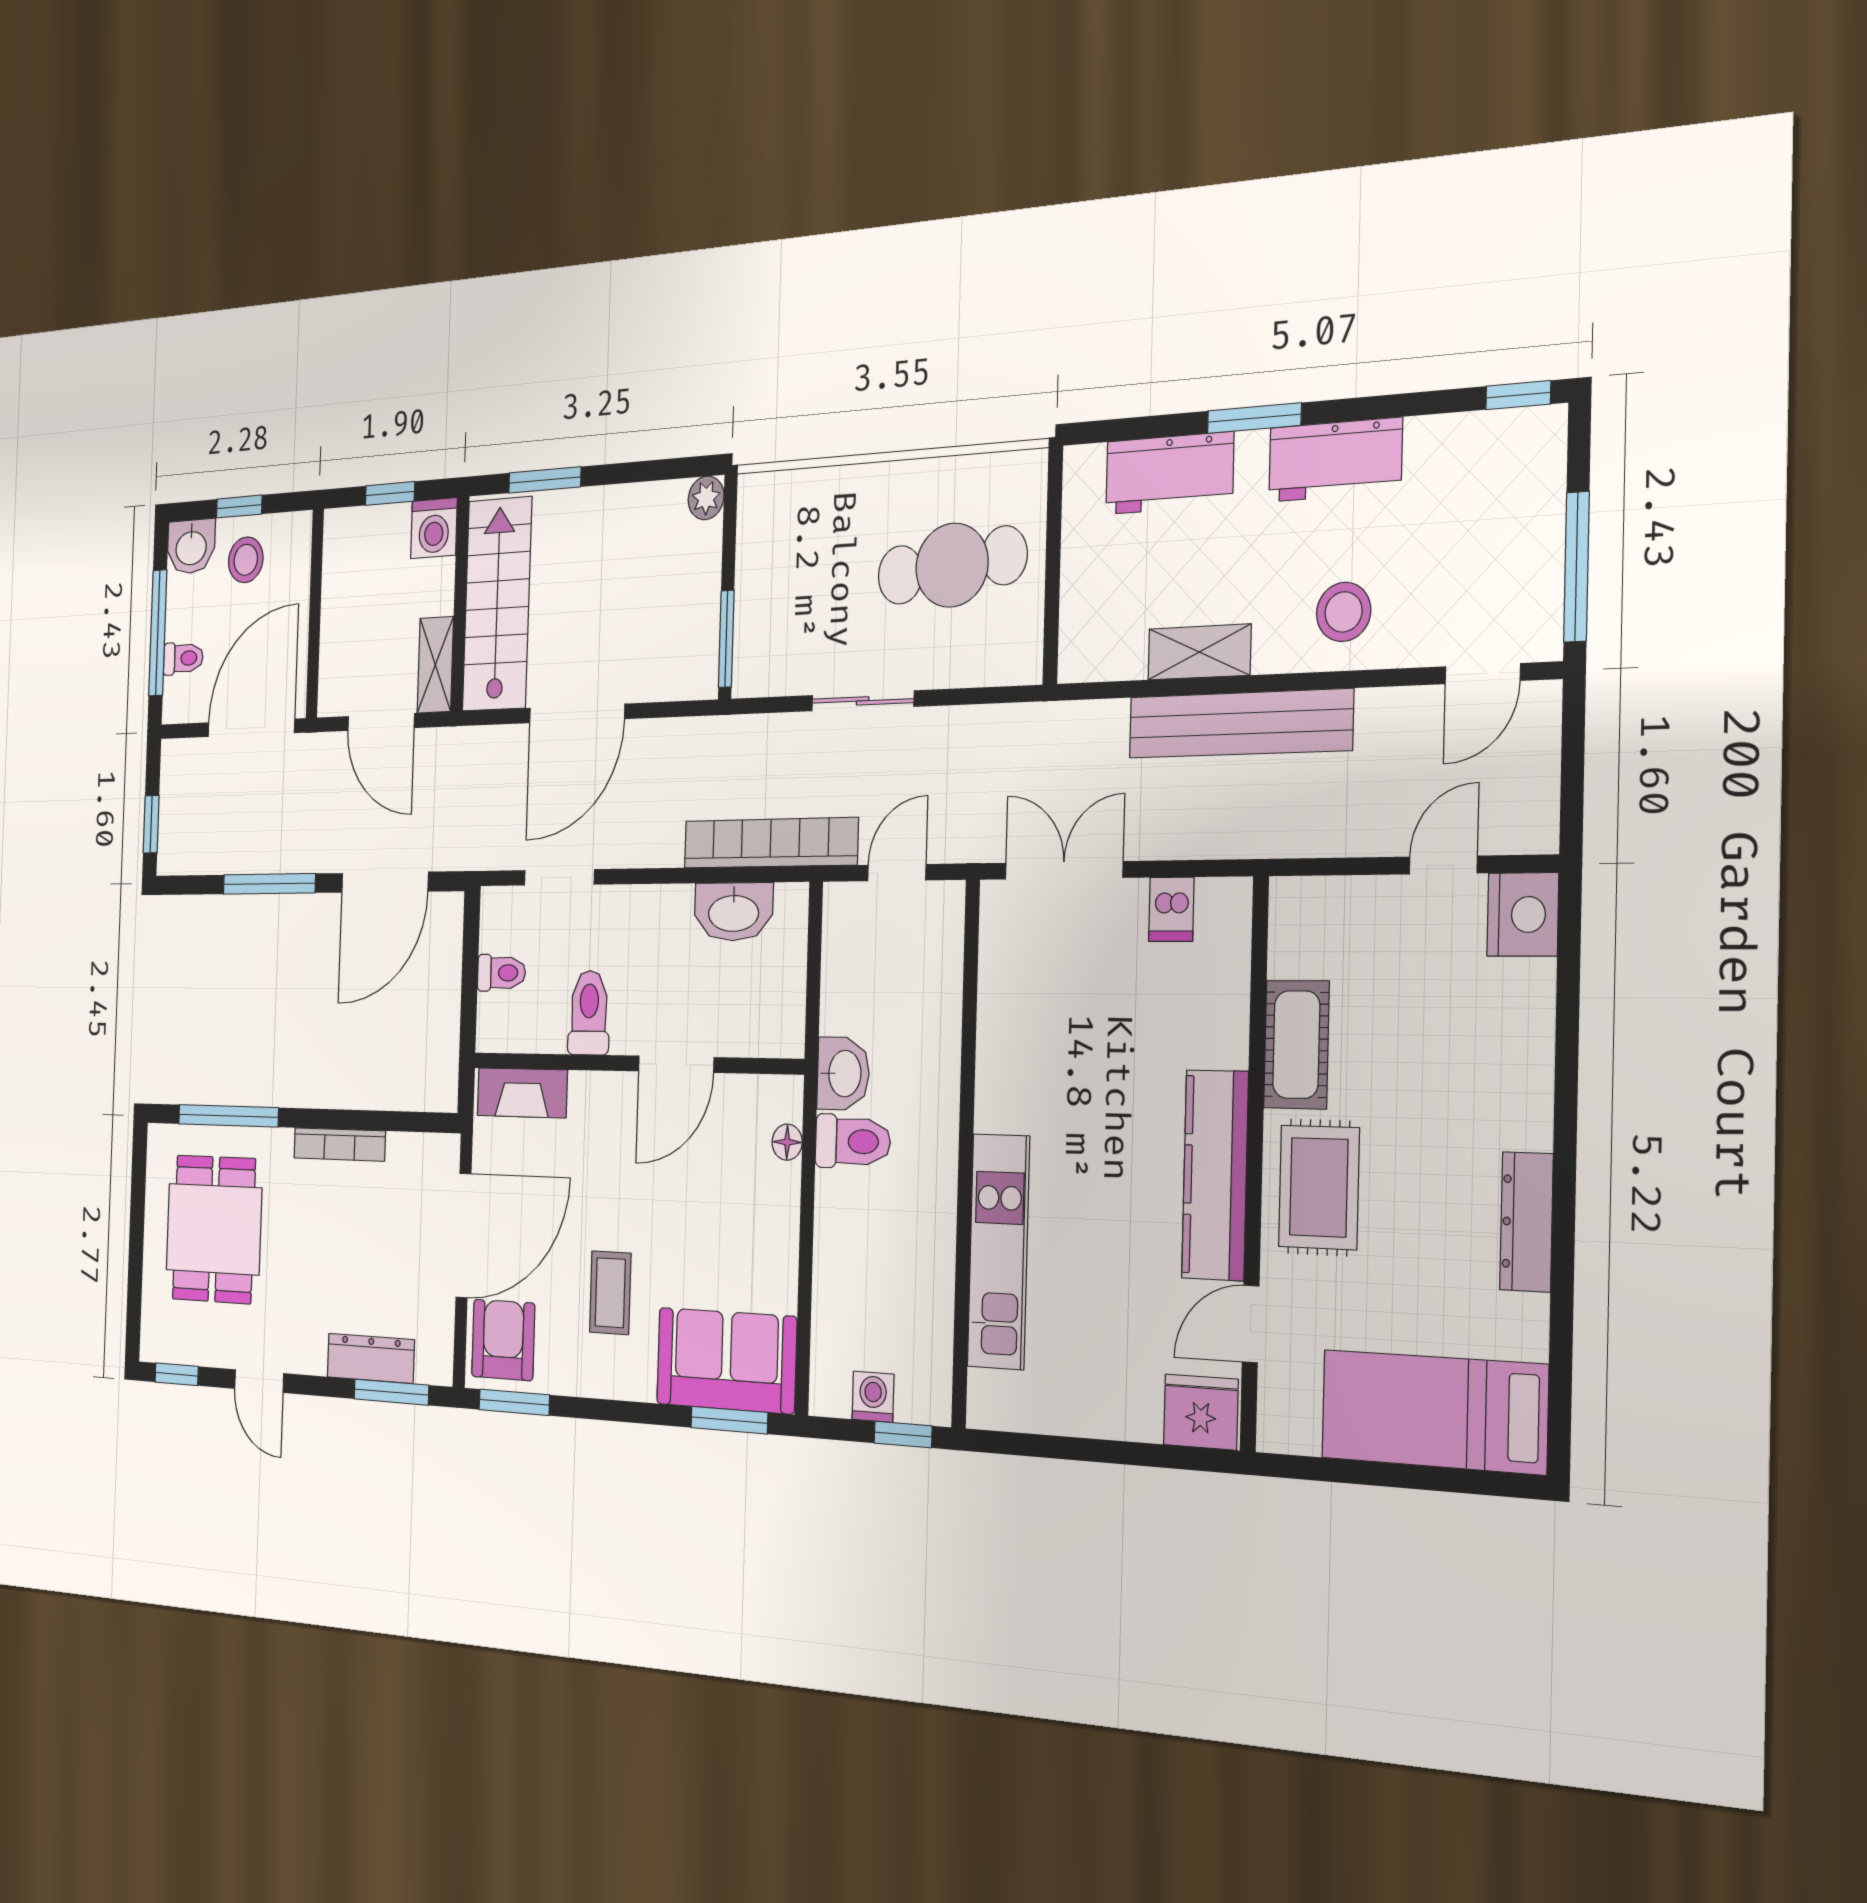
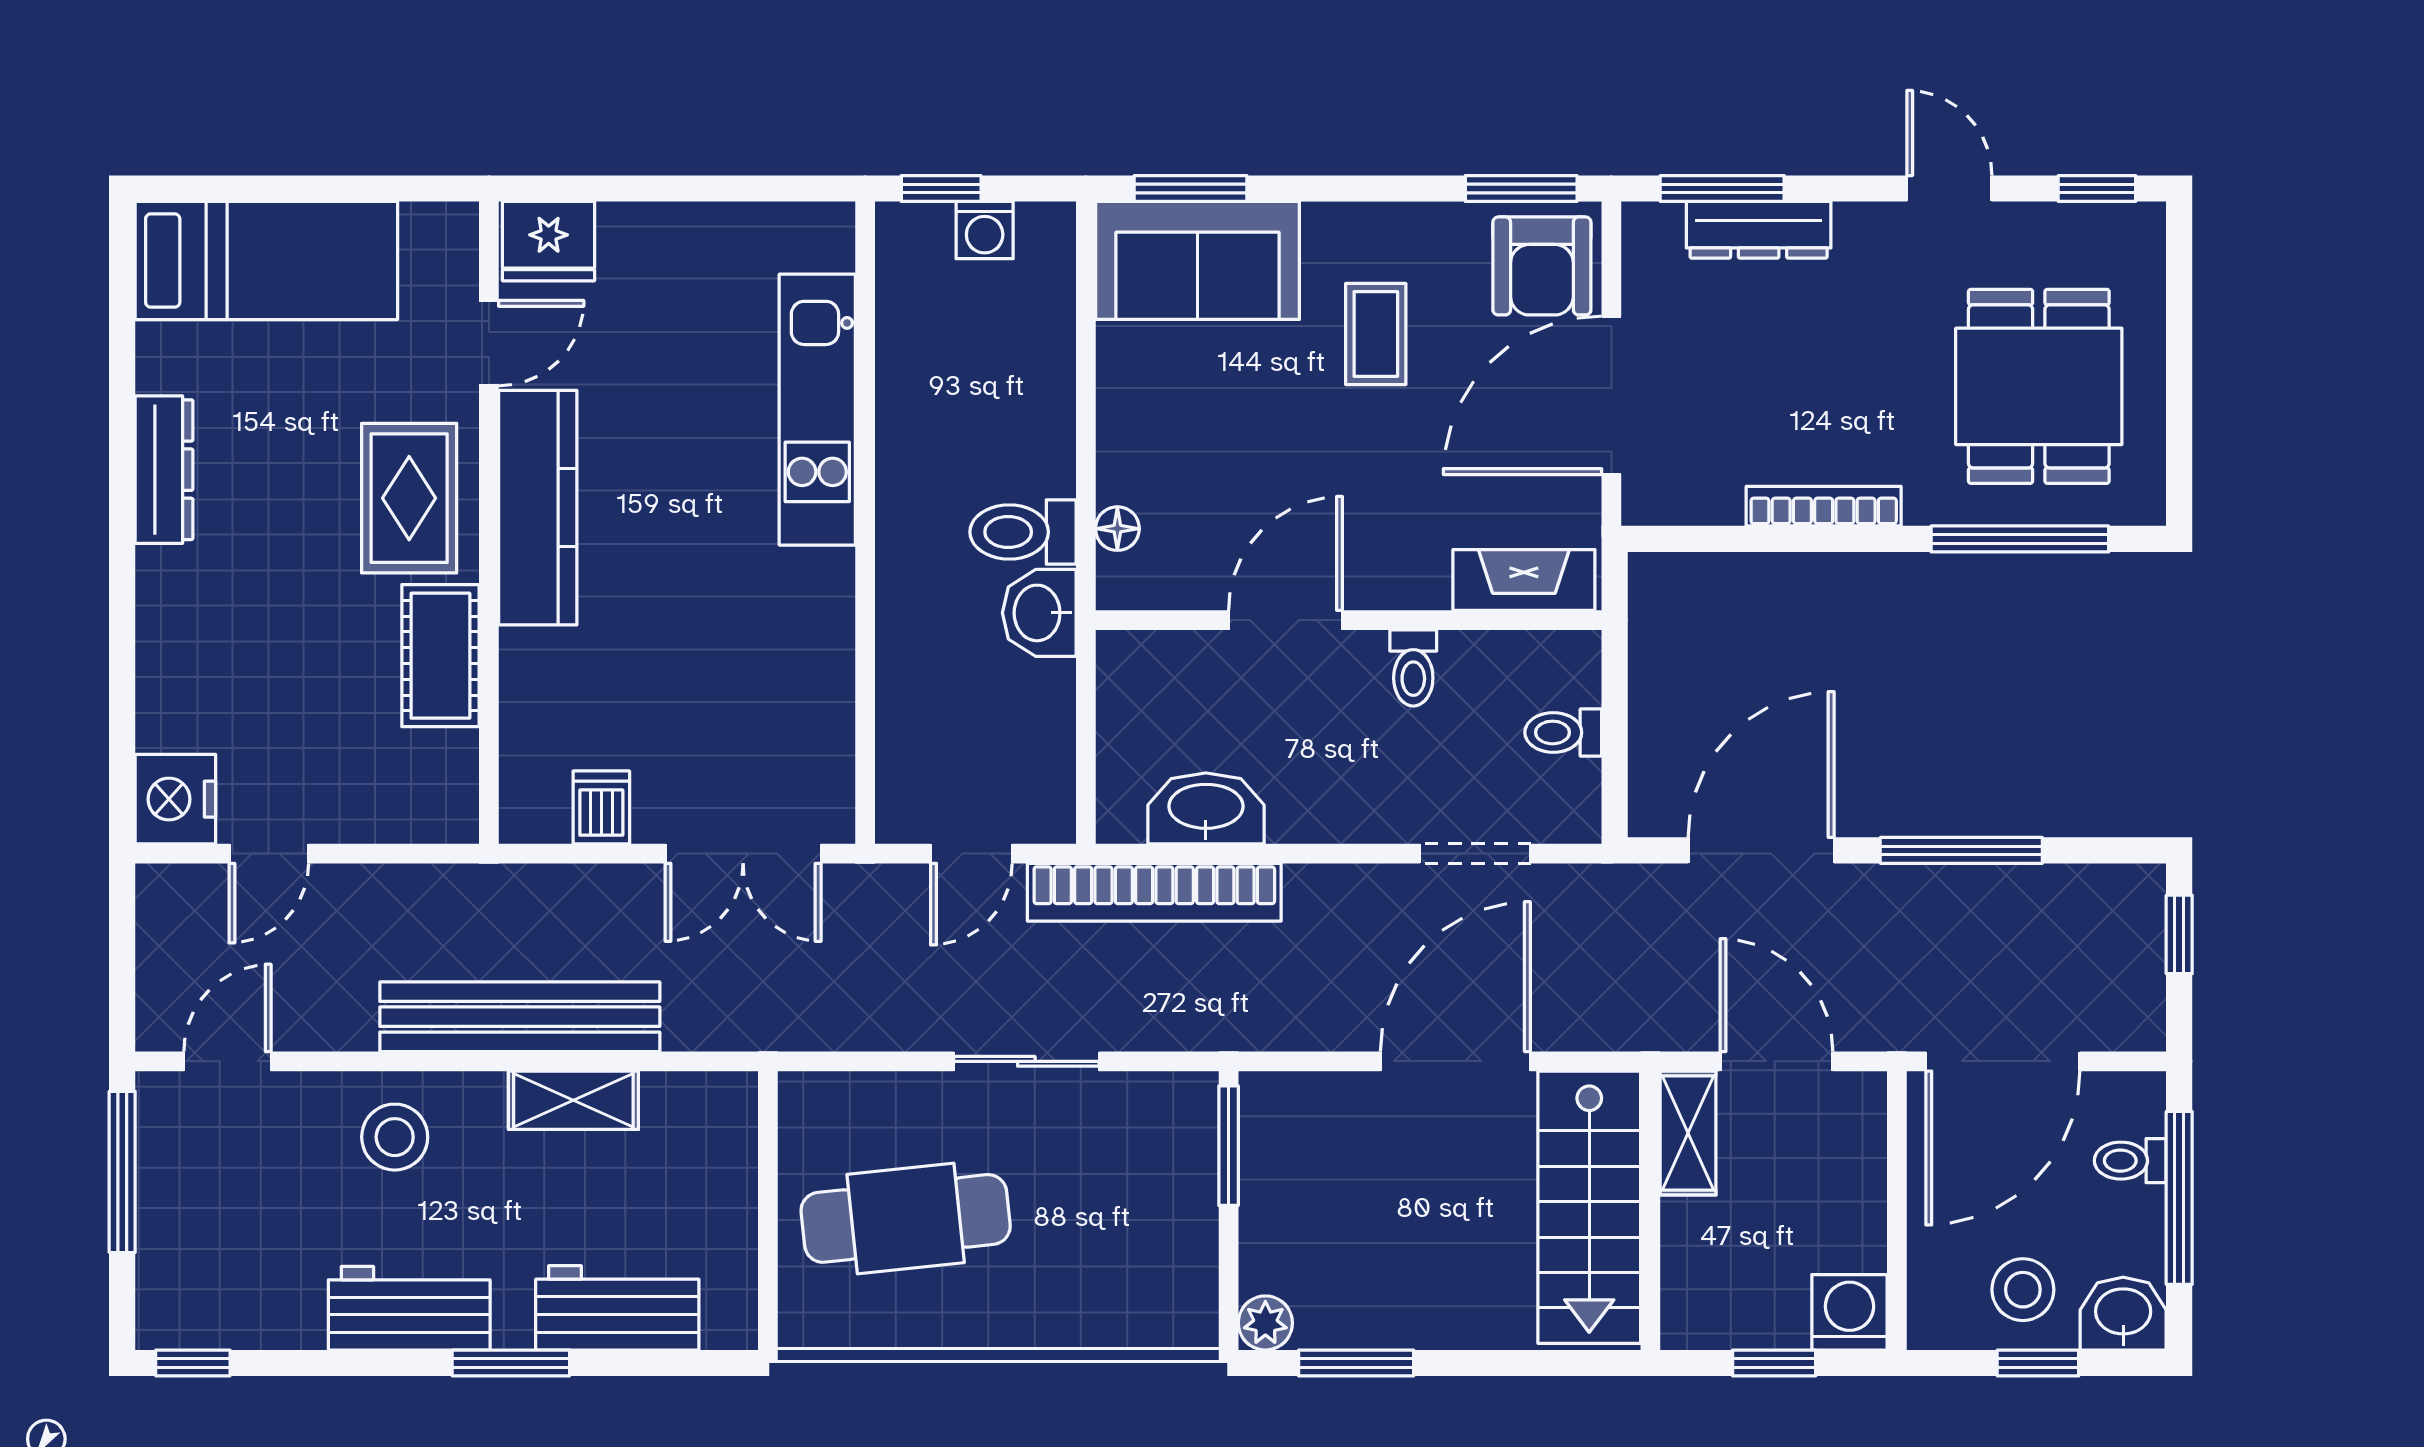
window: (545, 480) -> (1356, 1363), moved
washing machine: (434, 528) -> (1849, 1312), moved
toilet: (589, 1013) -> (1413, 668), width x0.73, depth x0.72

